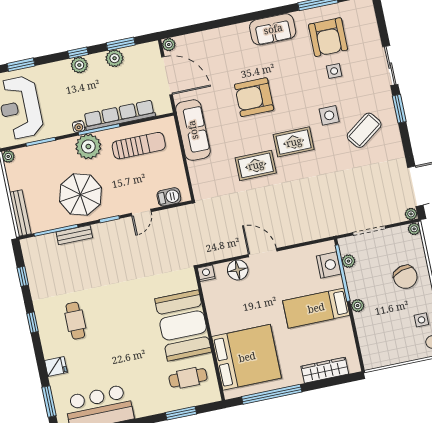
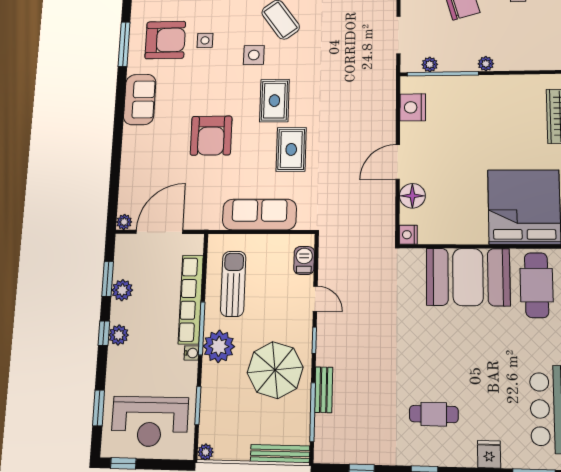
sofa: (193, 130) -> (259, 215), moved
nightstand: (329, 265) -> (413, 107), moved, turned -90
bed: (316, 308) -> (479, 112), removed
cafe table: (188, 378) -> (537, 285), width x1.37, depth x1.35

